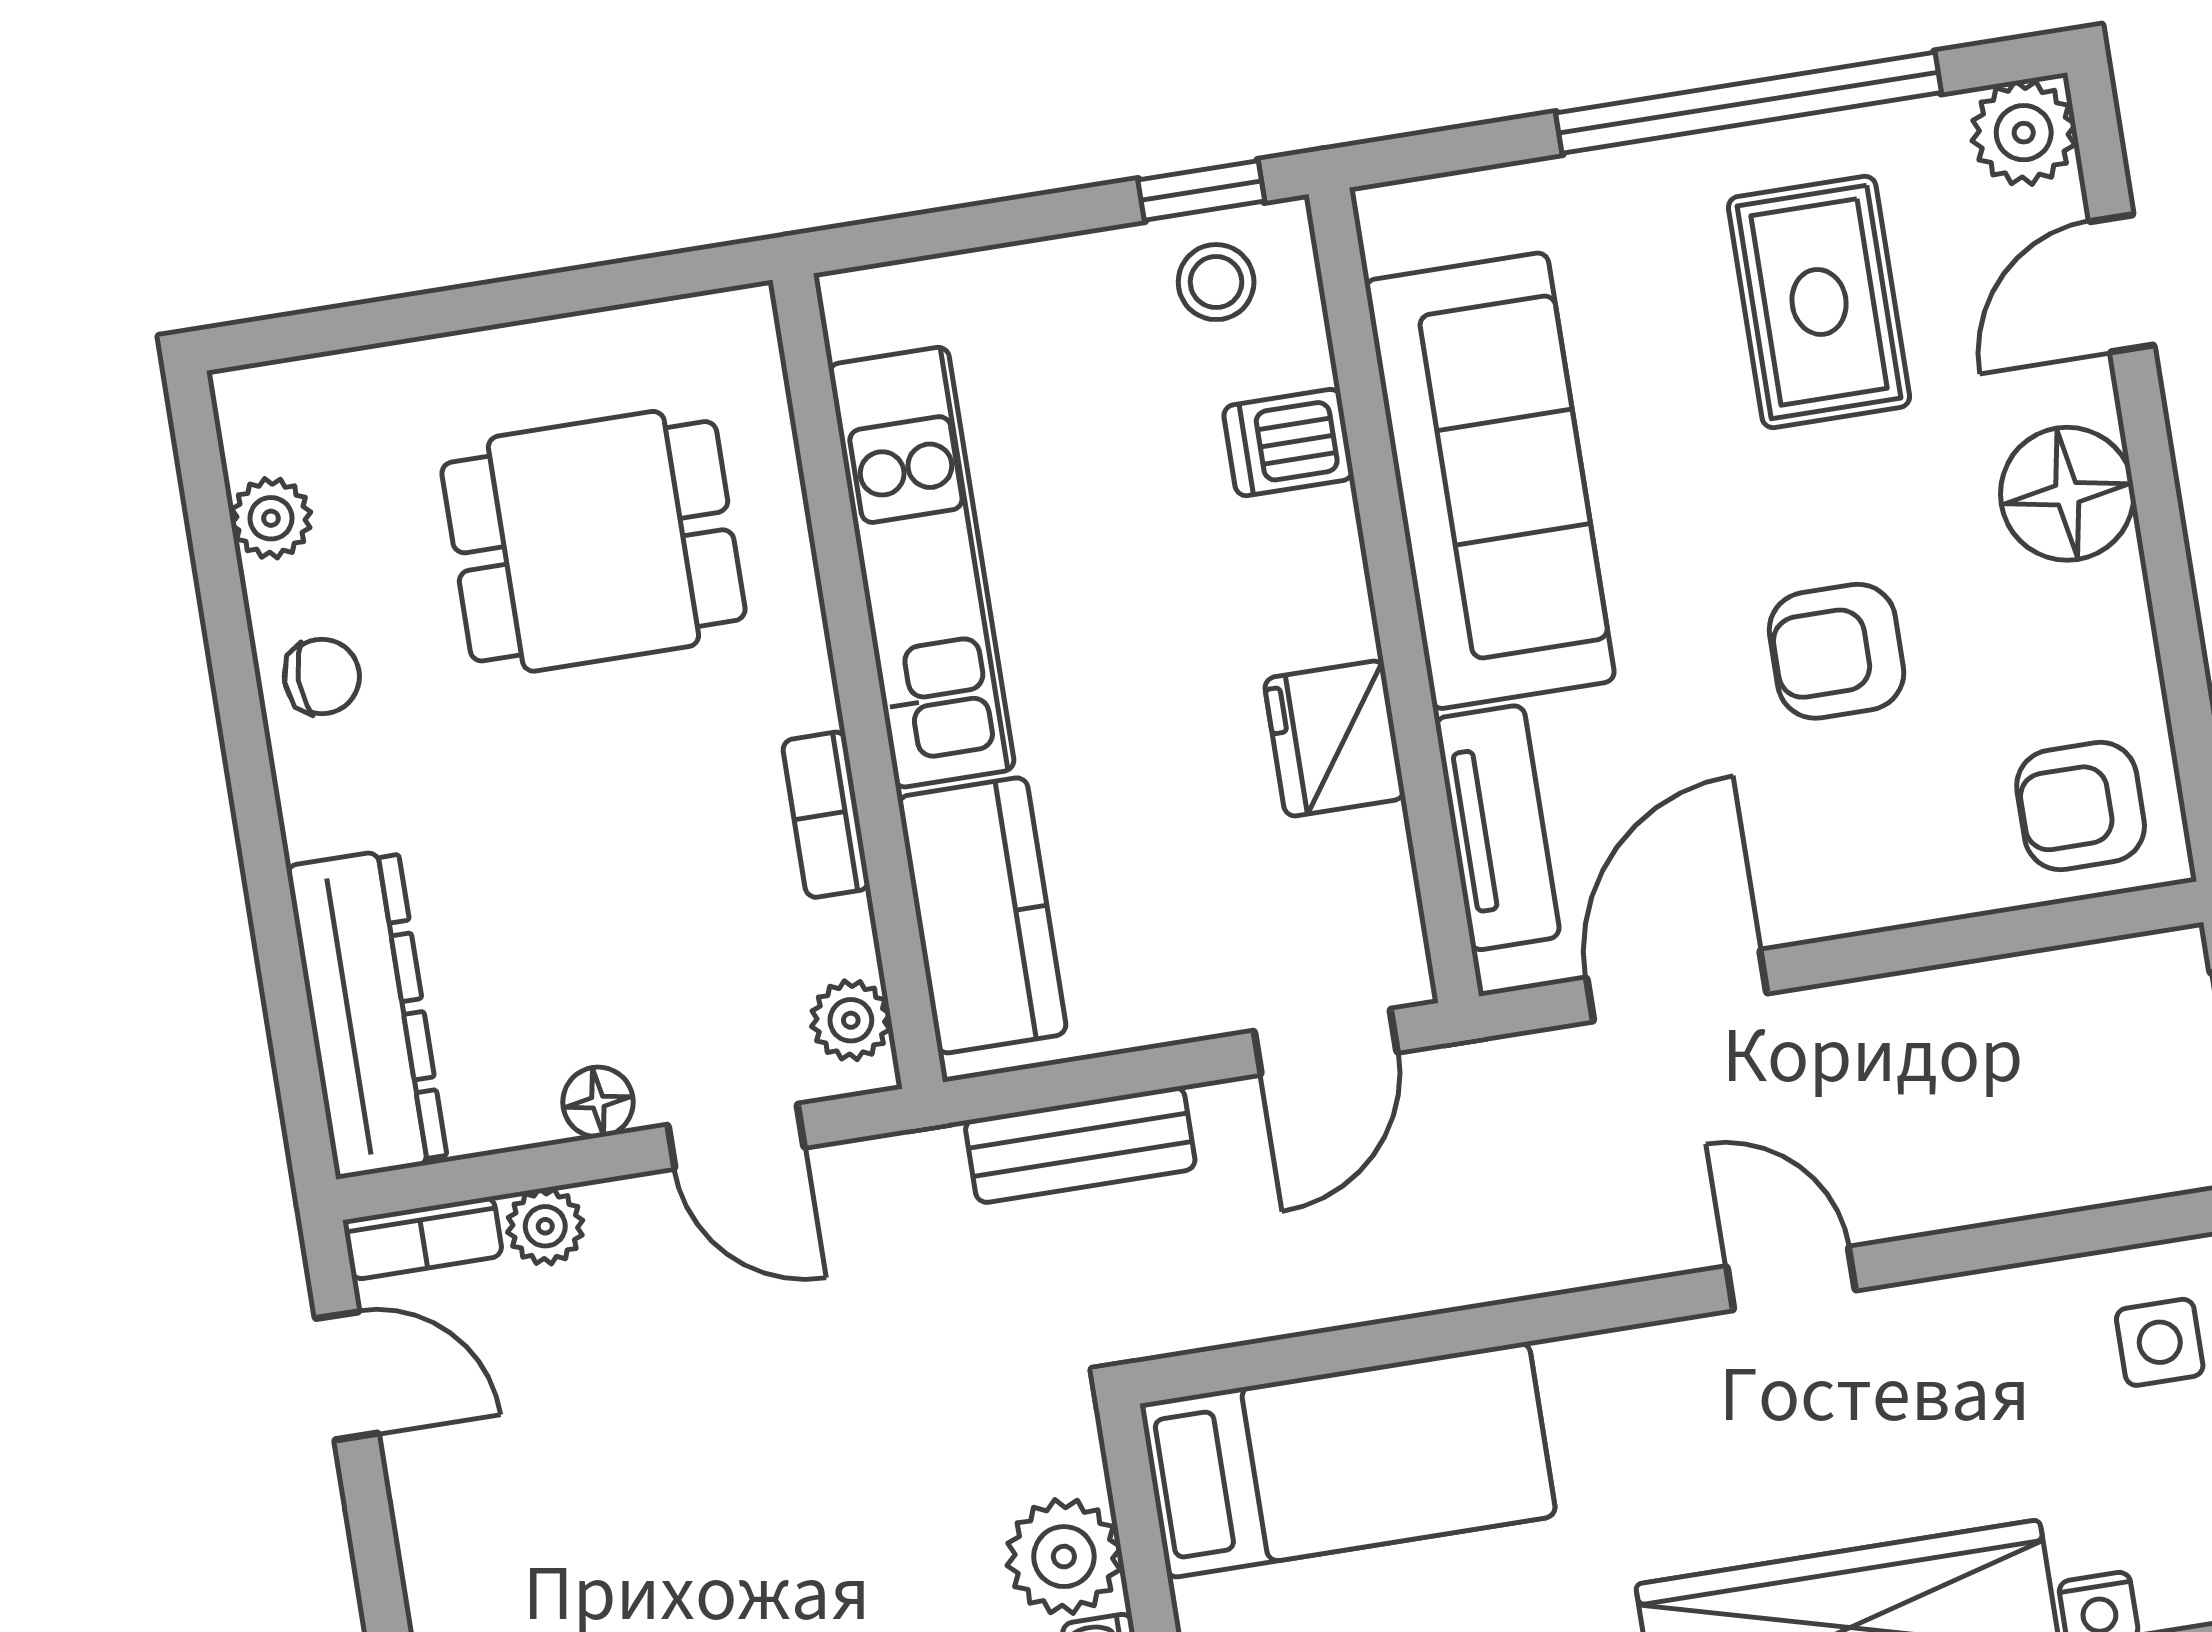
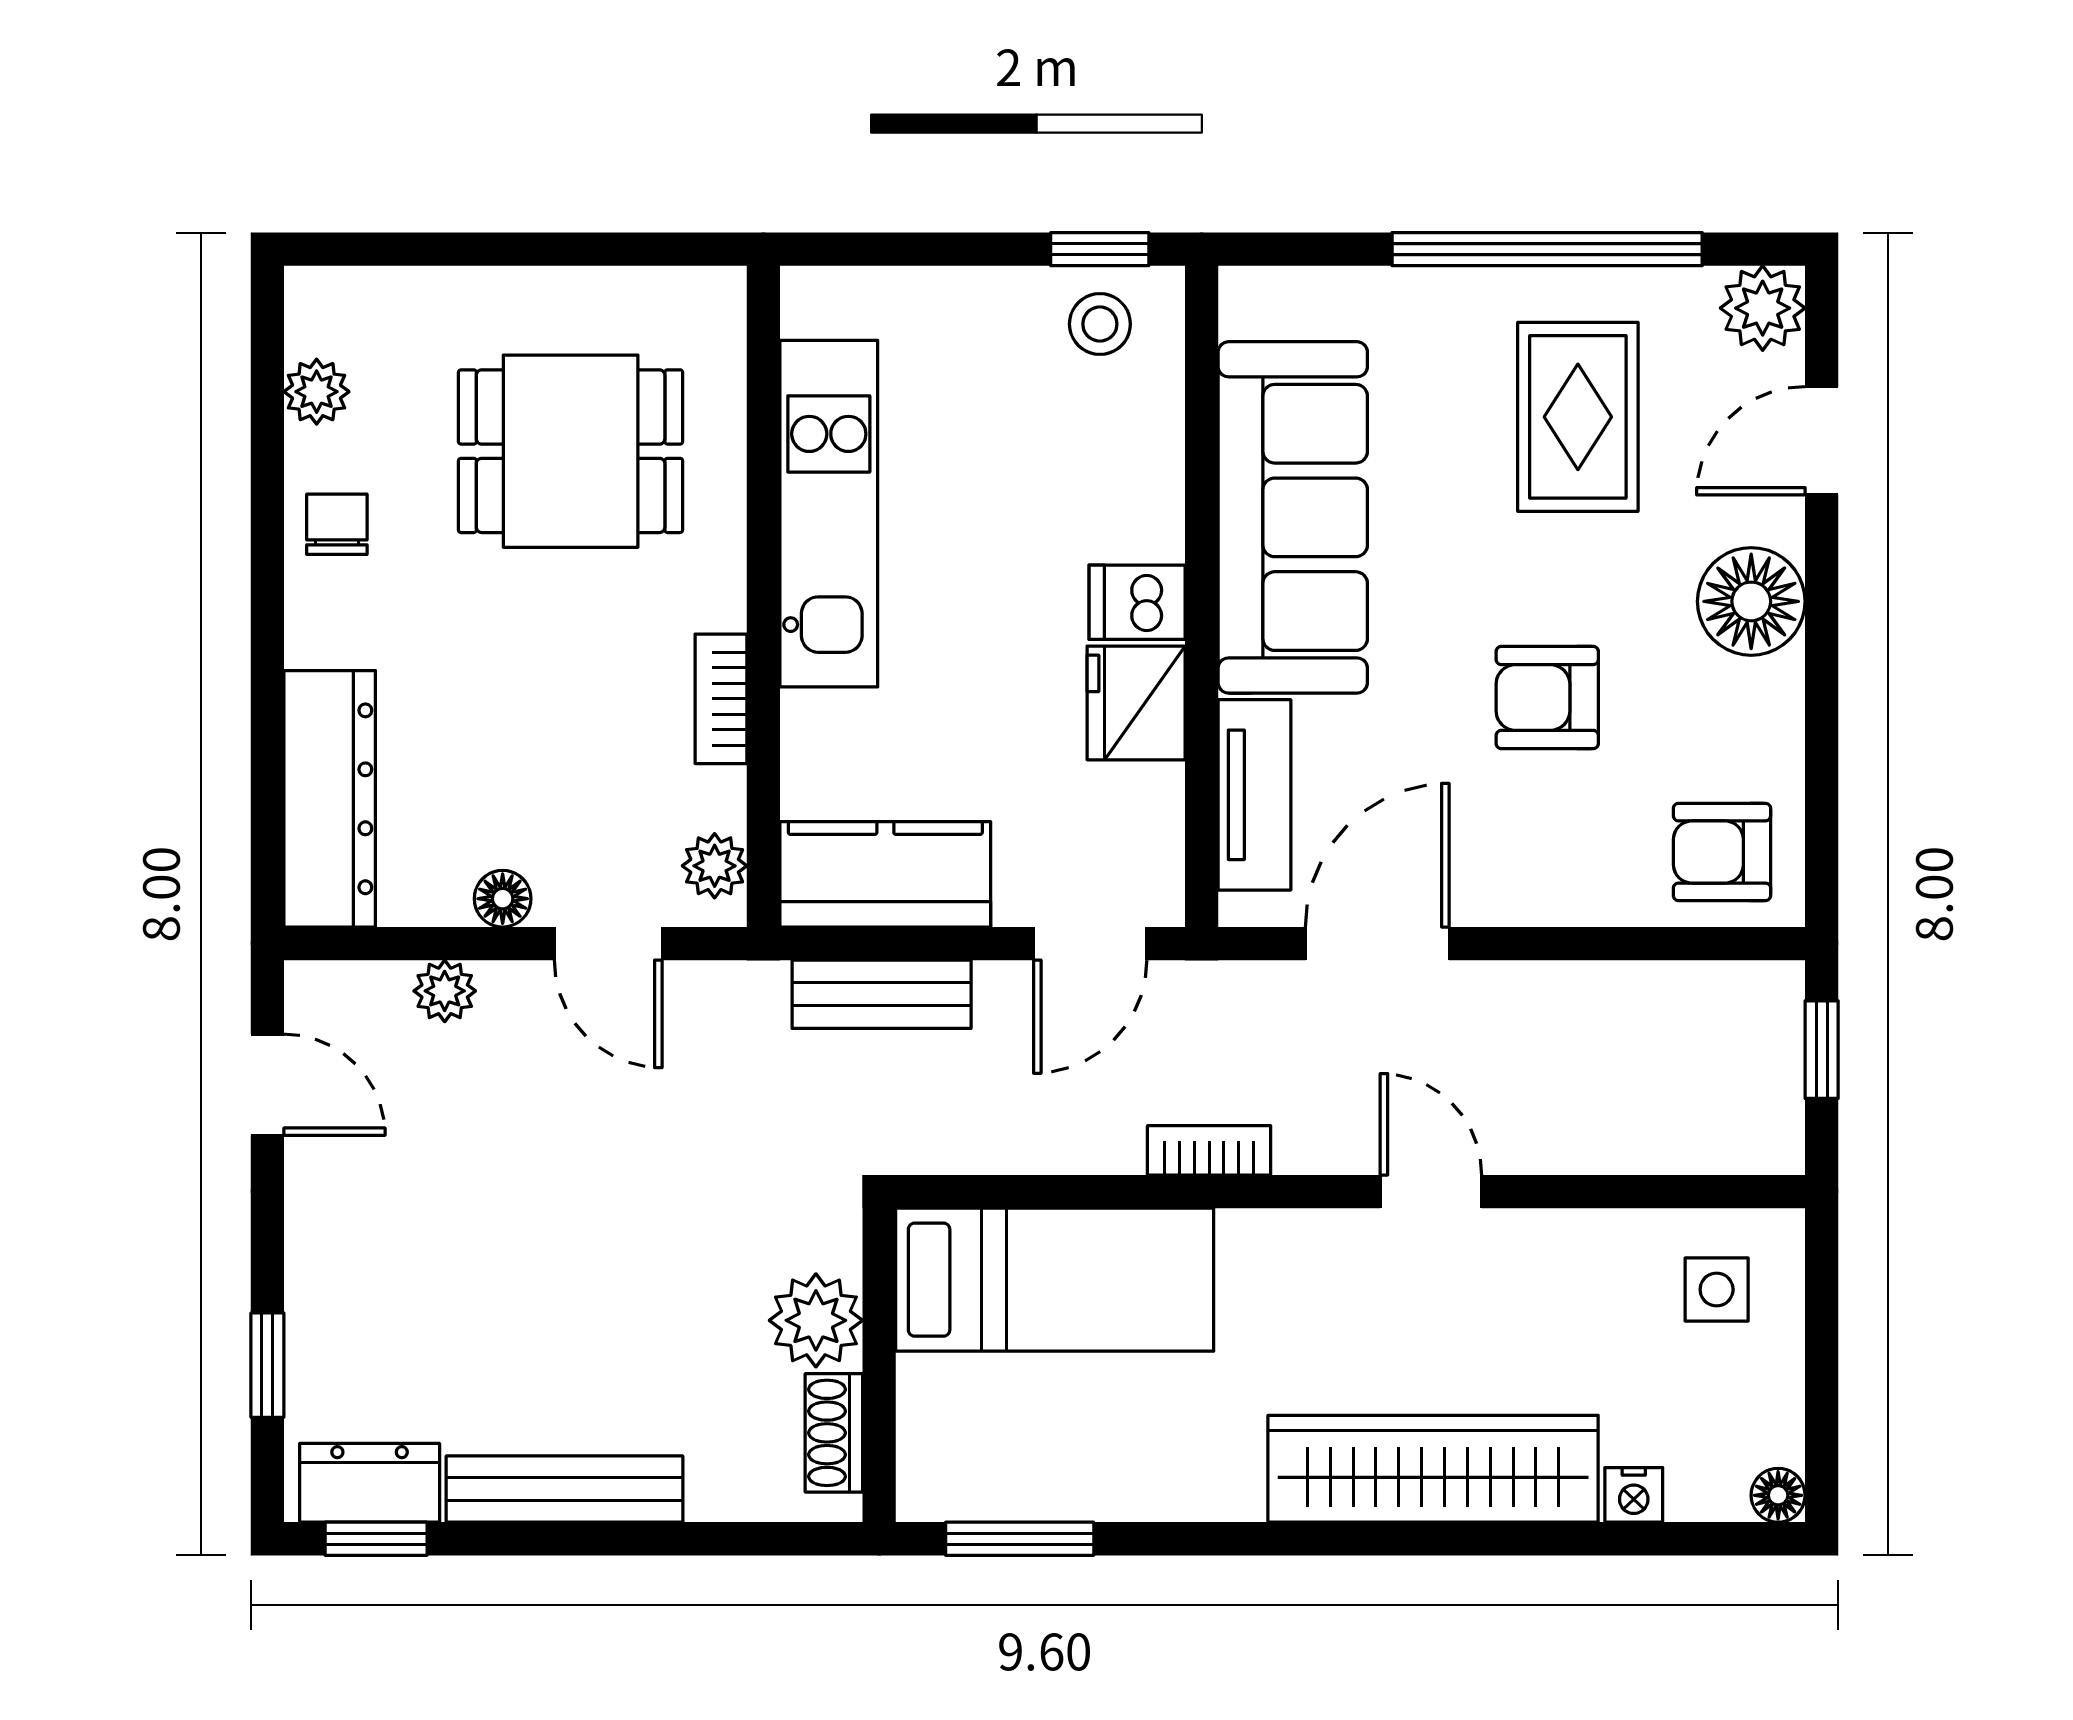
dishwasher: (1288, 443) -> (1137, 602), moved
chair: (322, 677) -> (337, 524), turned -90
kitchen counter: (982, 915) -> (885, 874), moved, turned -90
bookcase: (423, 1238) -> (1209, 1150), moved, turned 180

